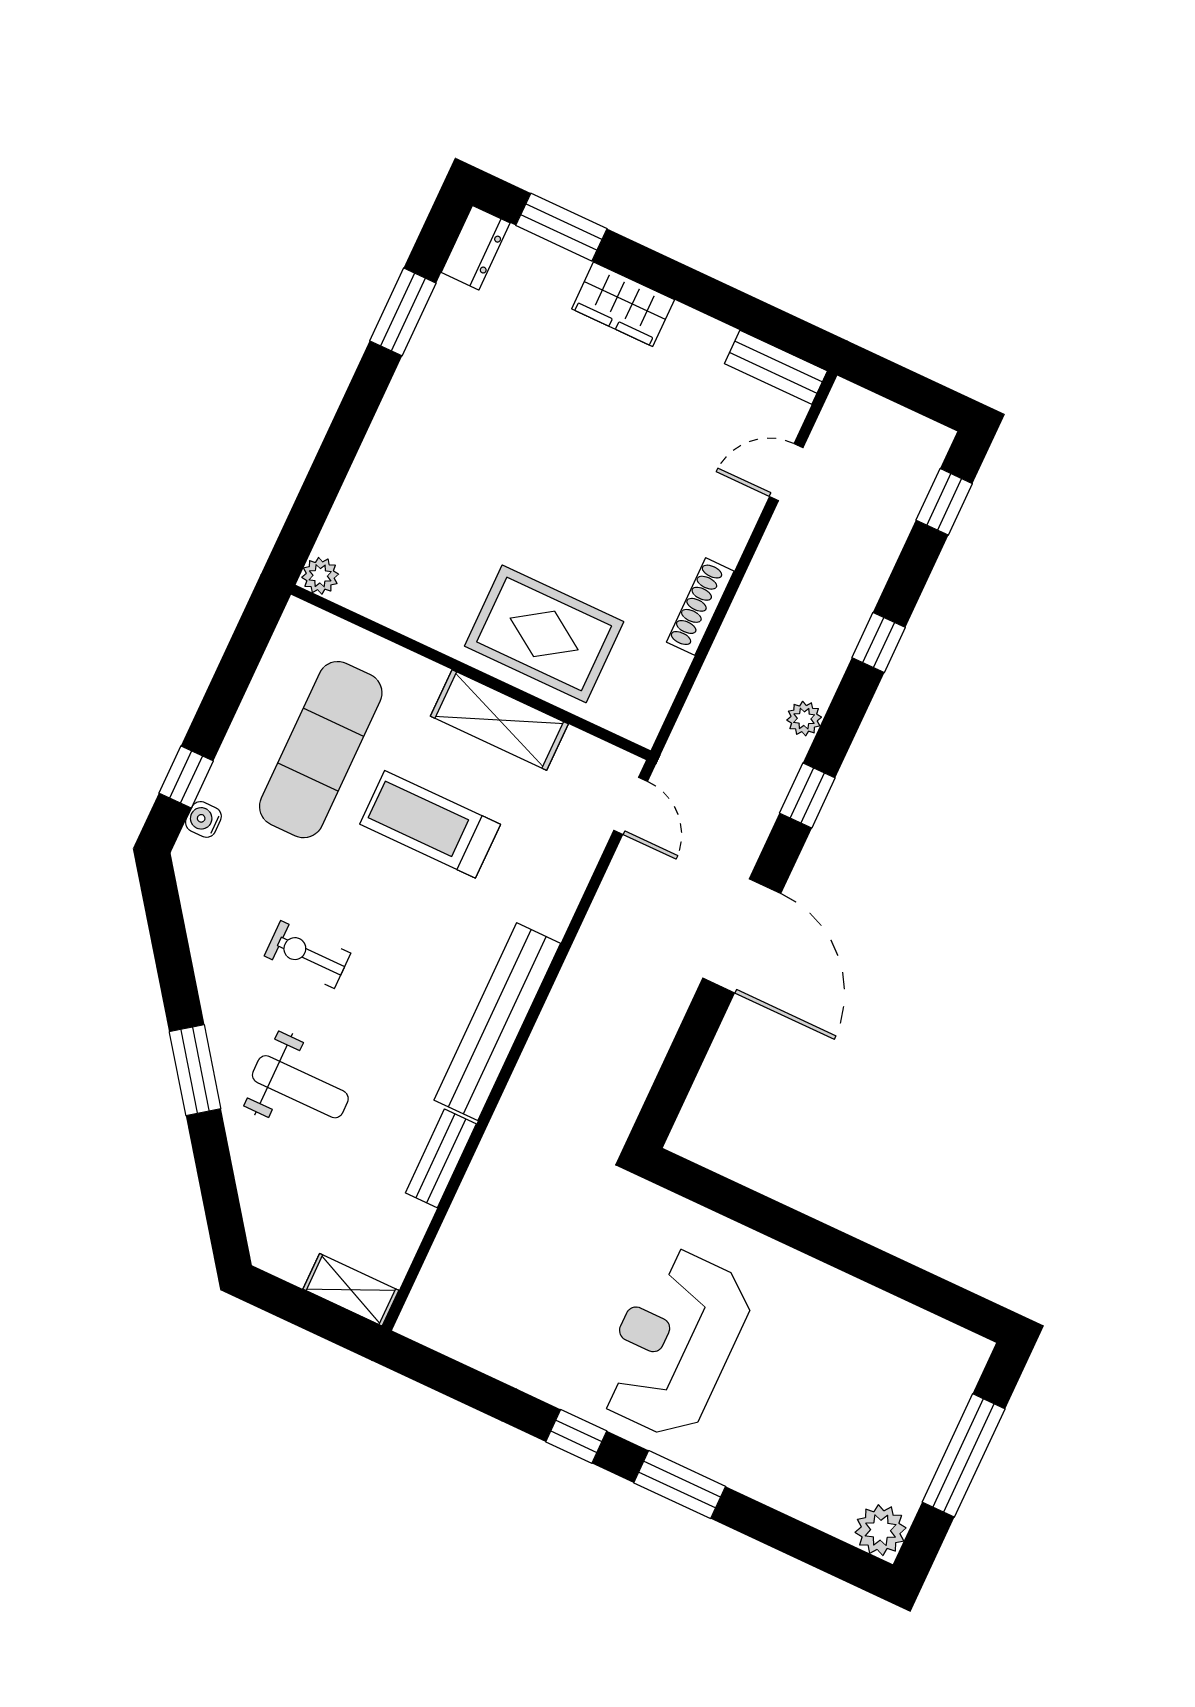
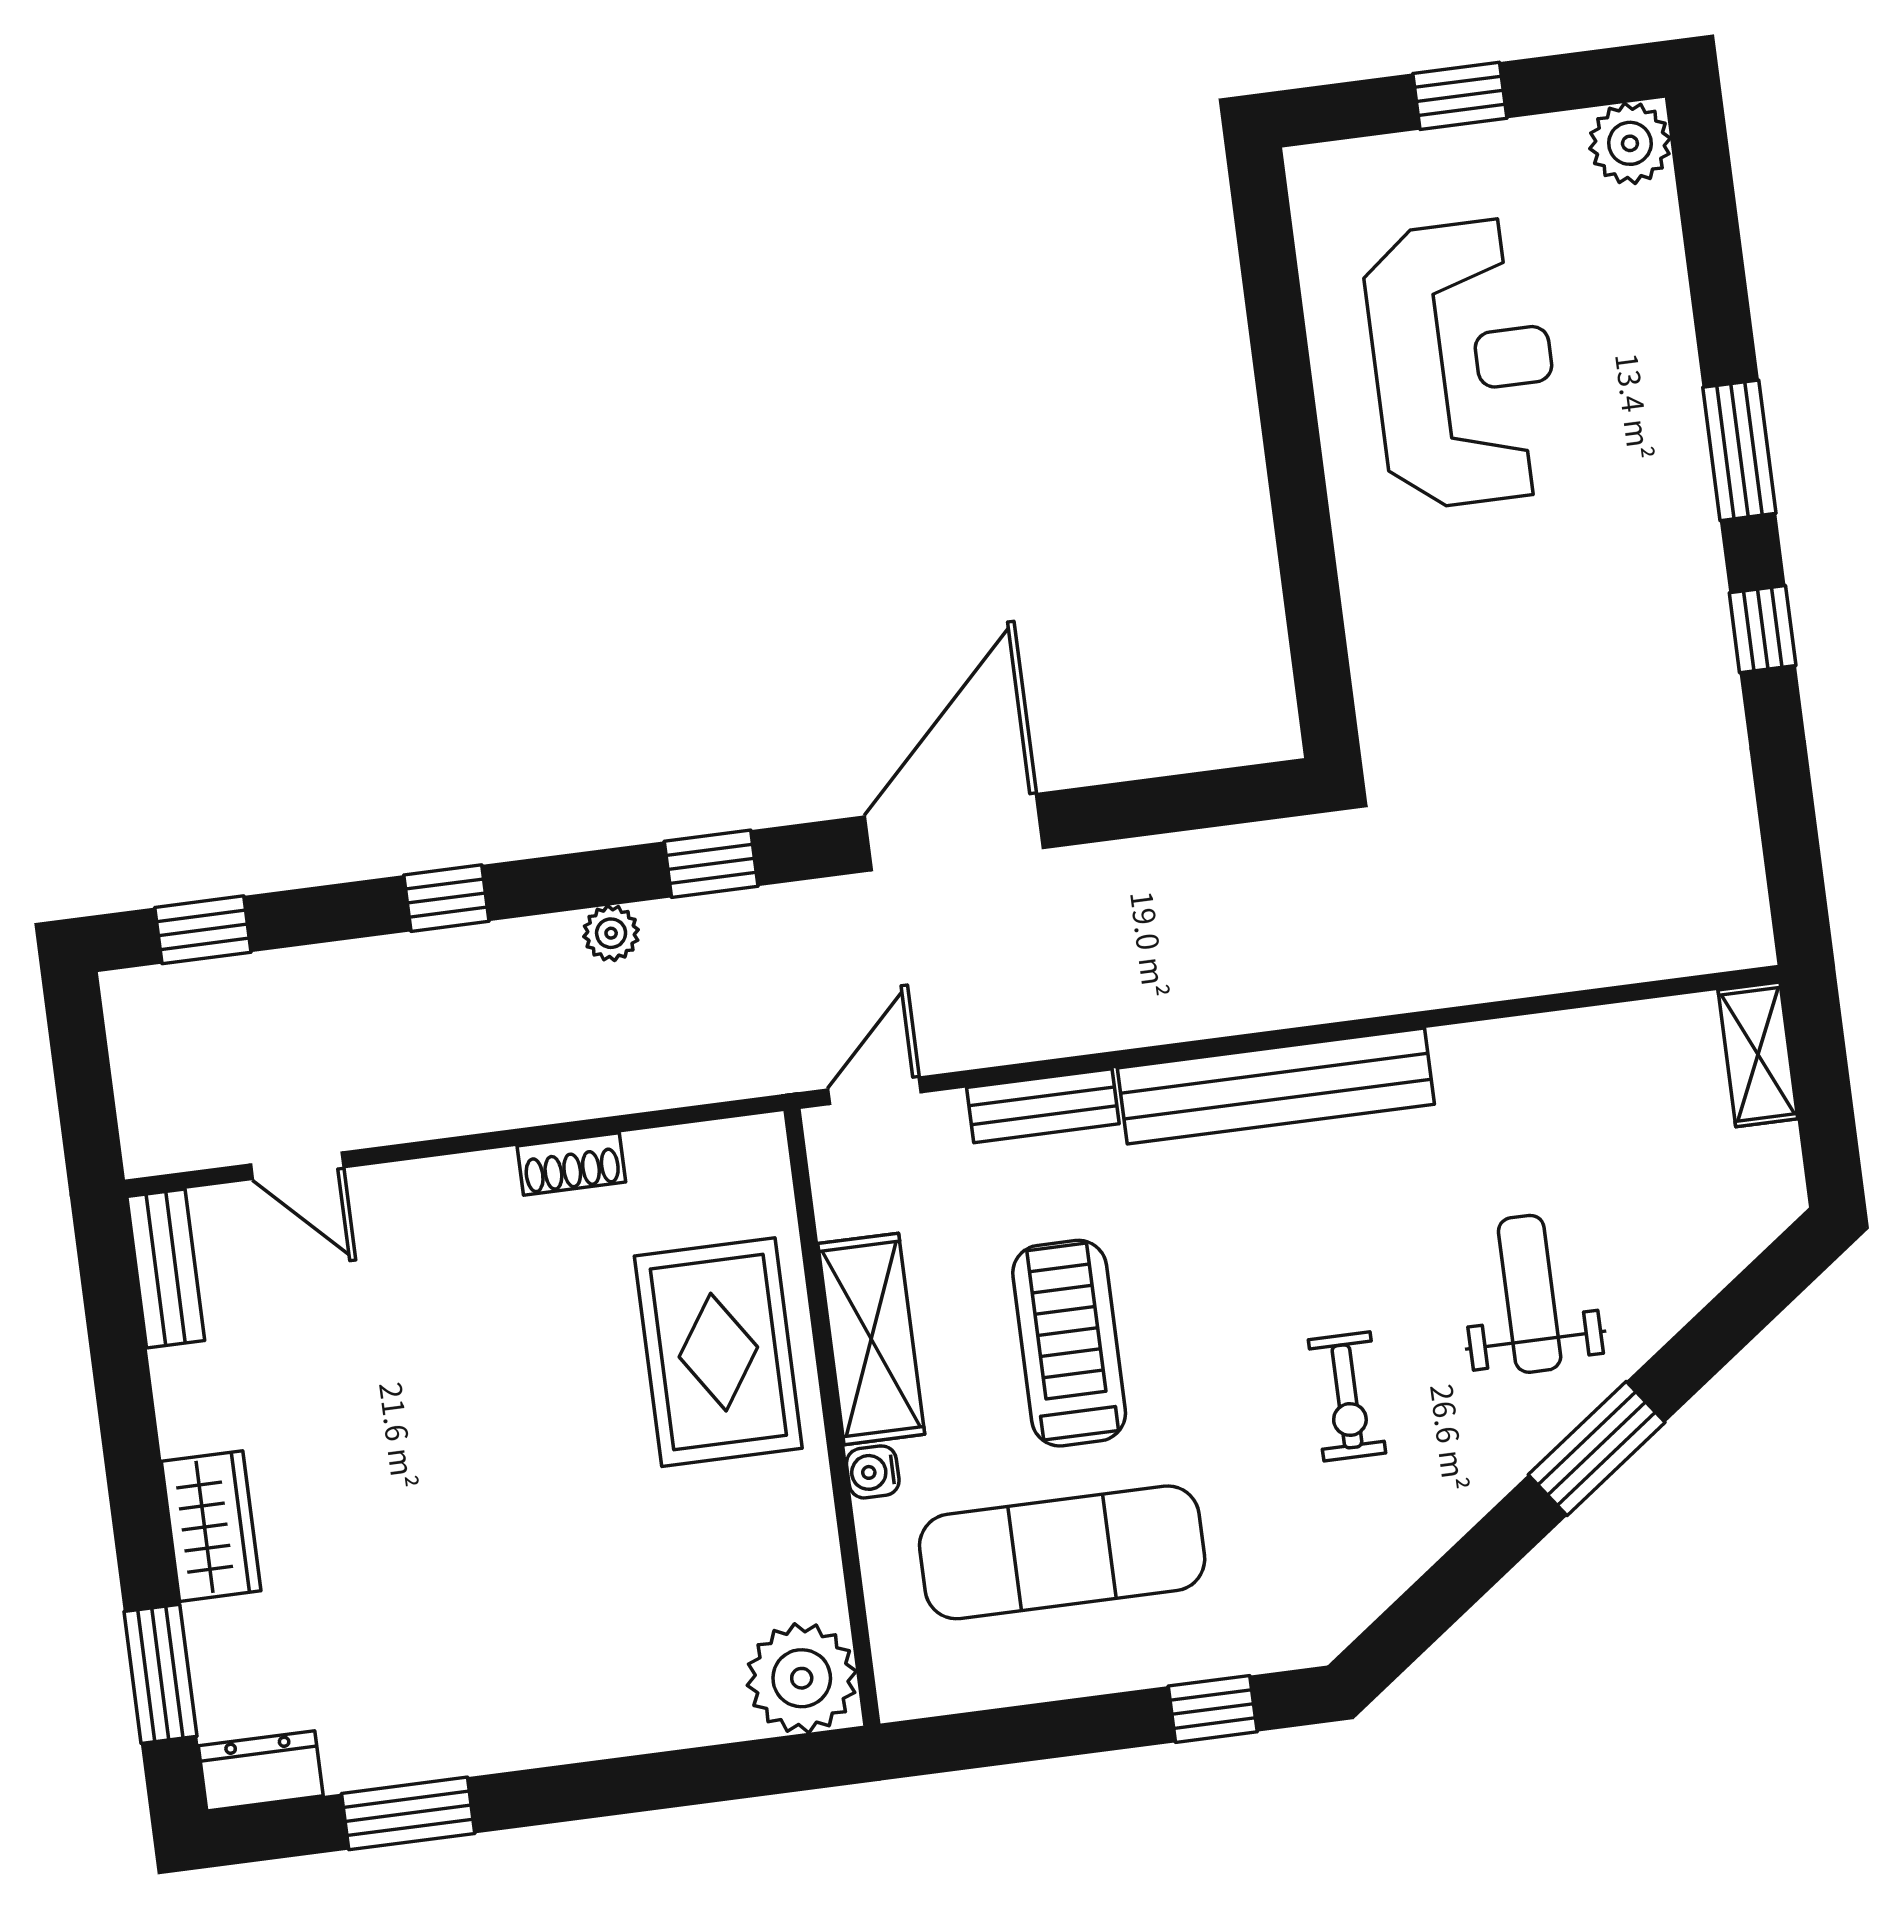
plant: (320, 576) -> (802, 1678), width x1.88, depth x1.88
shoe rack: (700, 607) -> (571, 1164), width x0.70
water cooler: (203, 819) -> (873, 1472), moved, turned 90
treadmill: (430, 824) -> (1069, 1343), turned 180
bench: (441, 1158) -> (1043, 1106), moved
reception desk: (674, 1343) -> (1463, 363), moved, turned -90
window: (964, 1455) -> (1460, 96), width x0.46

